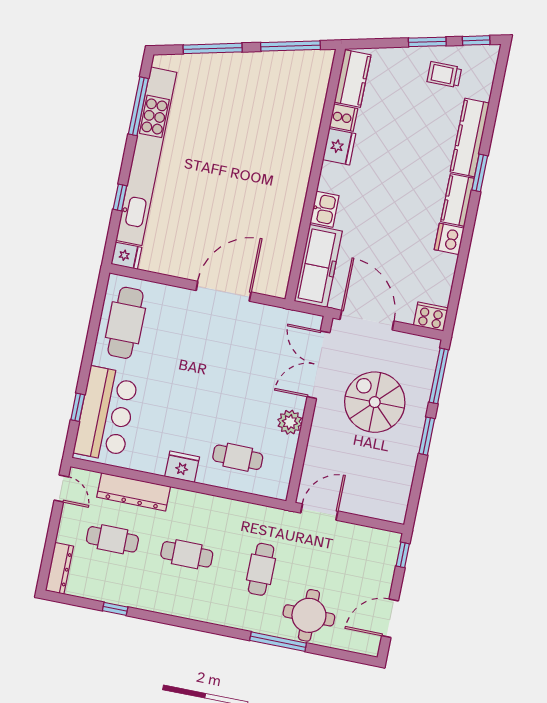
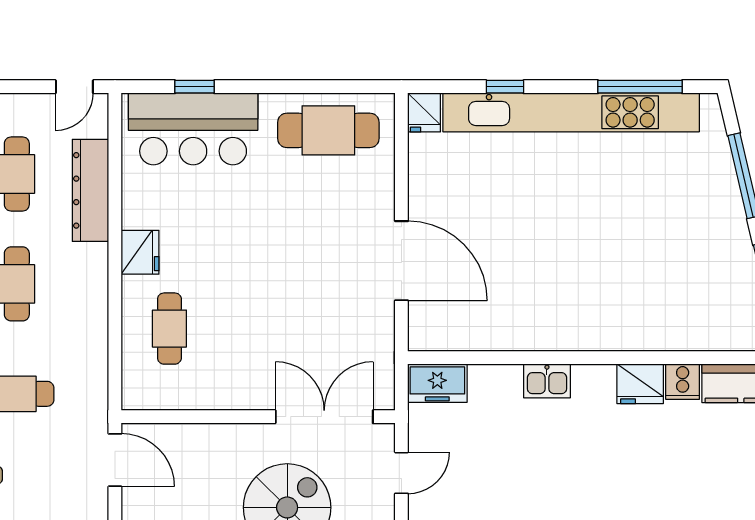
freezer: (318, 266) -> (437, 383), width x0.52, depth x0.79
door: (367, 320) -> (401, 473), width x0.53
plant: (290, 422) -> (234, 393), removed

